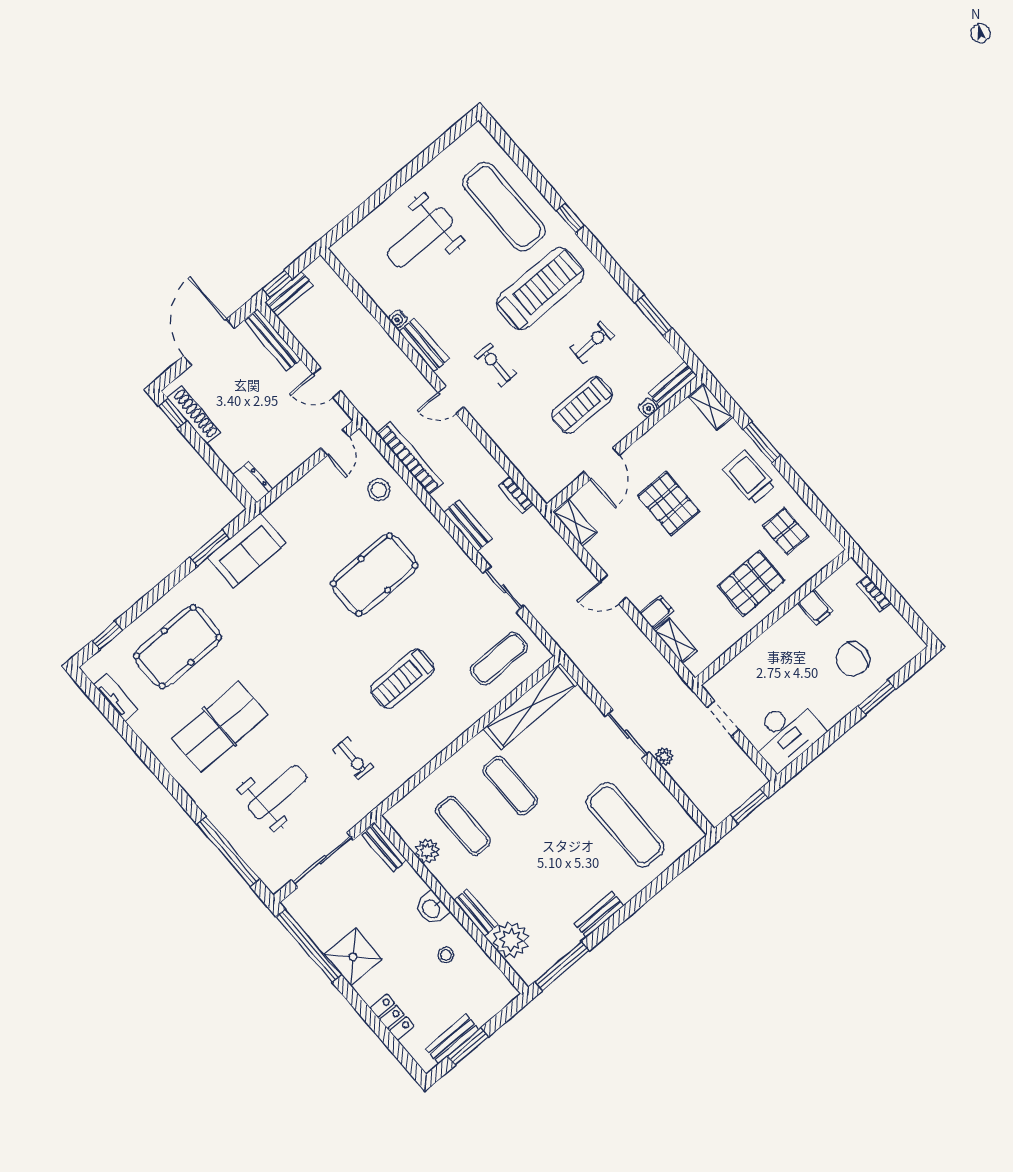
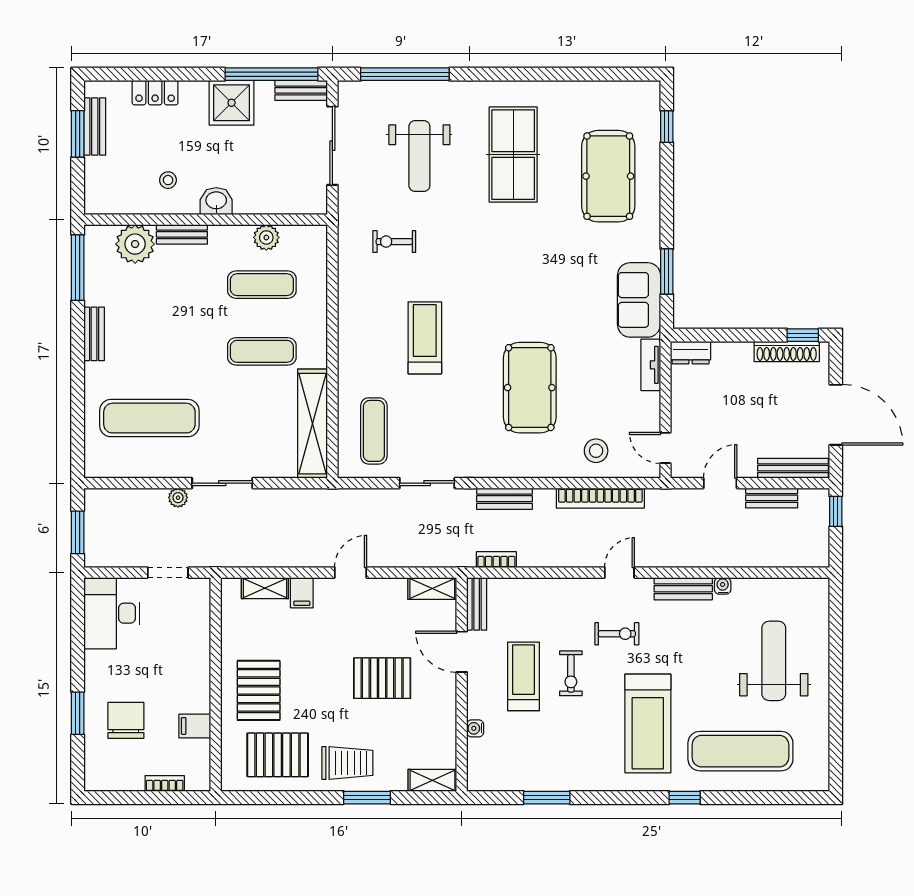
bench: (289, 294) -> (772, 498), moved, turned 90
exercise bike: (592, 342) -> (571, 673), moved
bench: (673, 384) -> (477, 604), moved
pallet: (786, 531) -> (278, 755), width x1.50, depth x1.42
tv unit: (116, 697) -> (651, 365), moved, turned 90
bench: (384, 848) -> (301, 90), moved

